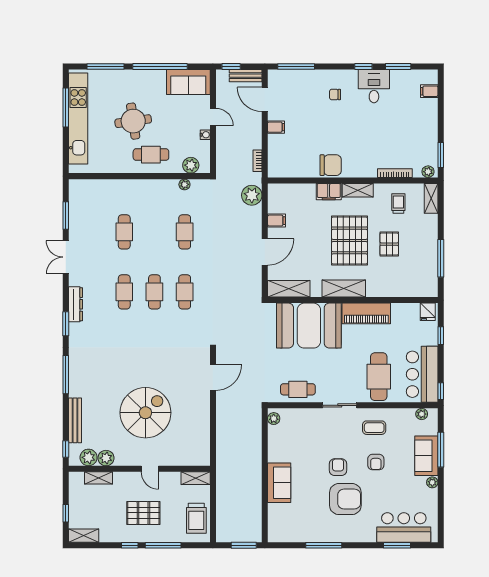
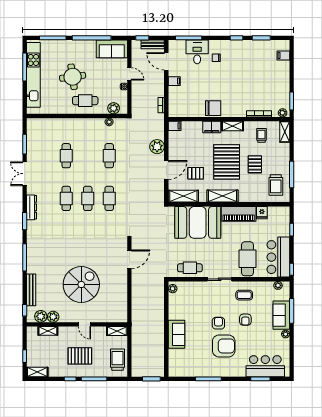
desk: (374, 86) -> (197, 52), moved
plant: (252, 195) -> (157, 147), moved
filing cabinet: (277, 221) -> (175, 126), moved
pallet: (306, 257) -> (196, 173), added
trolley: (419, 273) -> (276, 185), added
fridge: (428, 312) -> (262, 213), moved
trolley: (196, 518) -> (118, 360), turned 180

